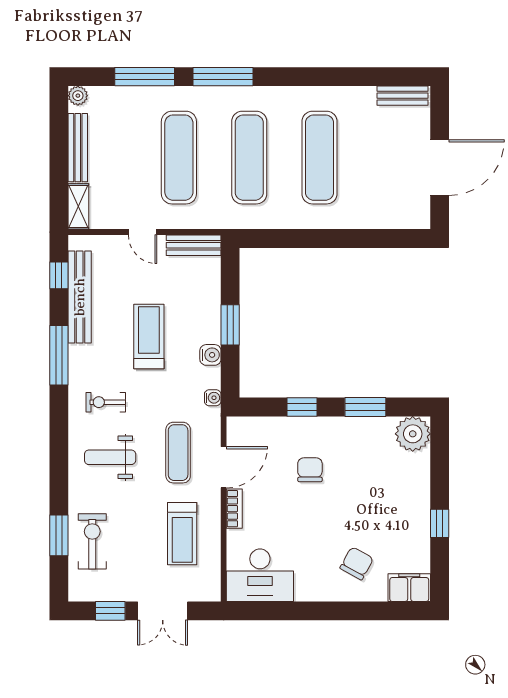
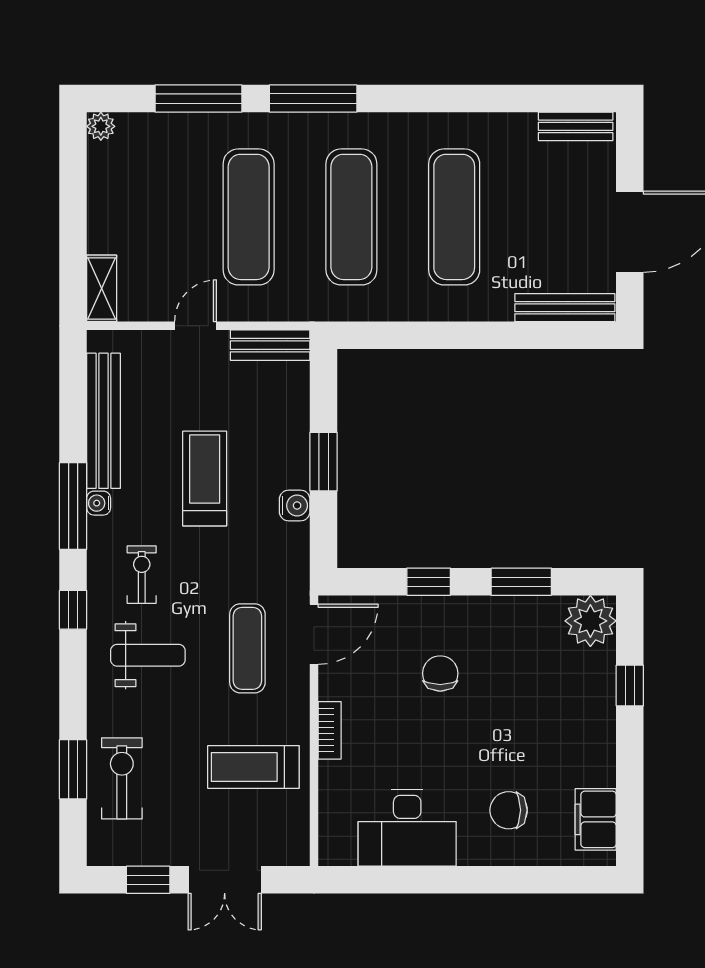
bench: (78, 148) -> (565, 308), moved, turned 90
door: (143, 232) -> (196, 326), swing flipped
window: (59, 275) -> (73, 610), moved
water cooler: (213, 398) -> (99, 503), moved, turned 180
exercise bike: (106, 402) -> (142, 575), turned 90
weight bench: (110, 457) -> (148, 655), turned 180
door: (224, 467) -> (314, 634), moved
window: (440, 523) -> (630, 686), moved
treadmill: (182, 534) -> (253, 767), turned 90
chair: (357, 563) -> (509, 810), turned -119
desk: (260, 575) -> (407, 828), moved
filing cabinet: (409, 588) -> (596, 819), moved, turned -90

